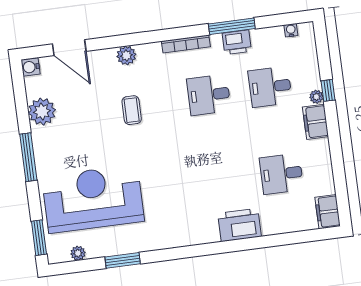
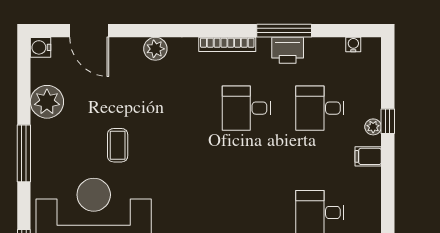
coffee table: (132, 110) -> (118, 145), moved
filing cabinet: (316, 122) -> (368, 156), width x0.50

